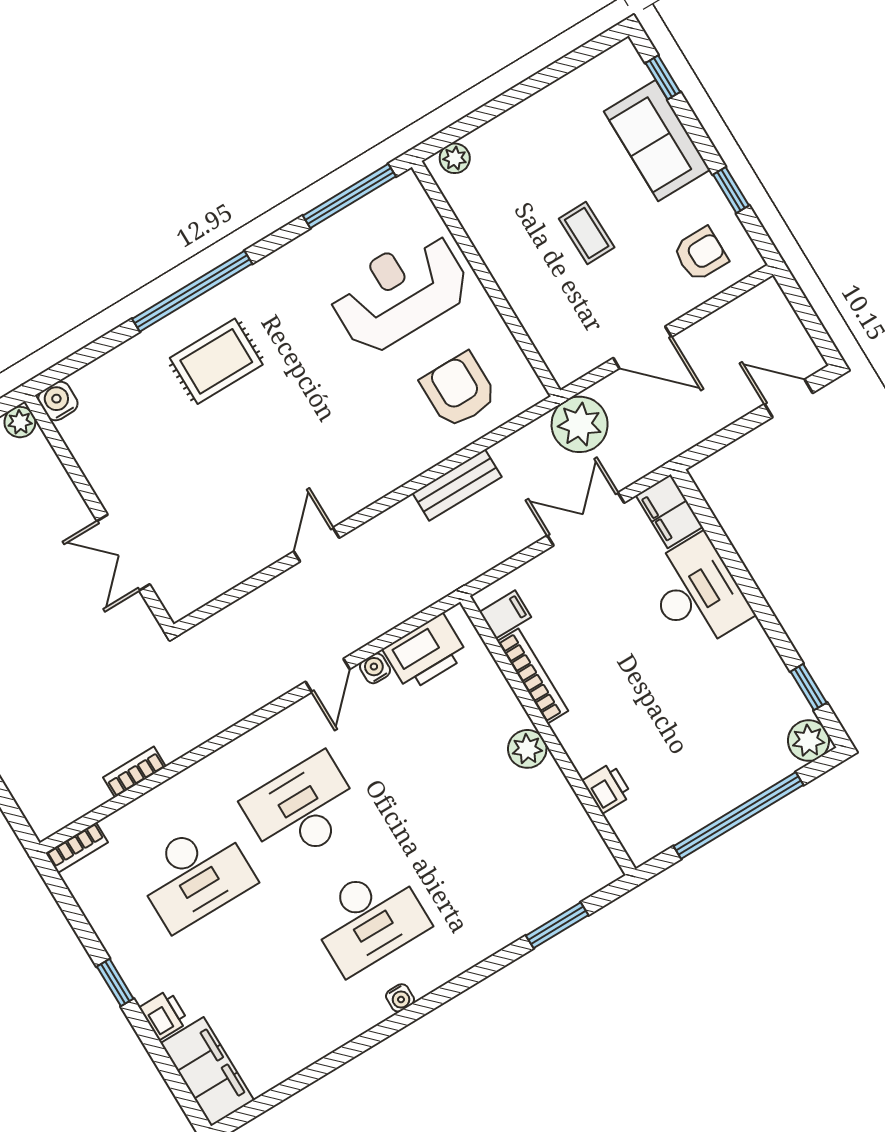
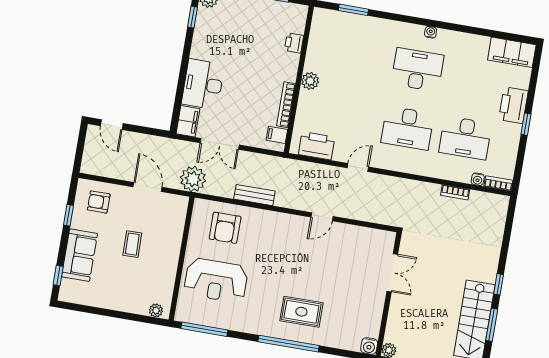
water cooler: (375, 668) -> (478, 179), moved
desk: (195, 875) -> (465, 138), turned 180
printer: (164, 1015) -> (513, 105), width x1.87, depth x1.48
filing cabinet: (207, 1072) -> (512, 52), moved, turned -90

